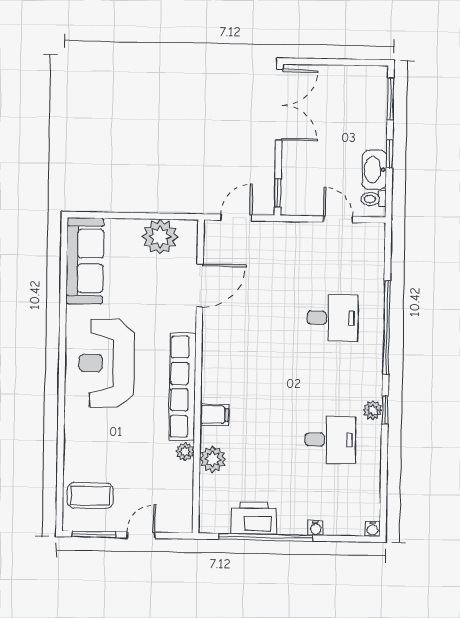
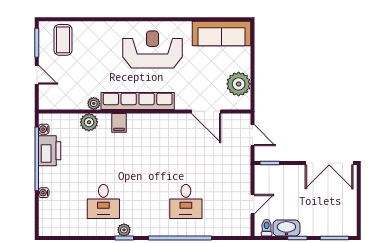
water cooler: (373, 529) -> (44, 129), moved

